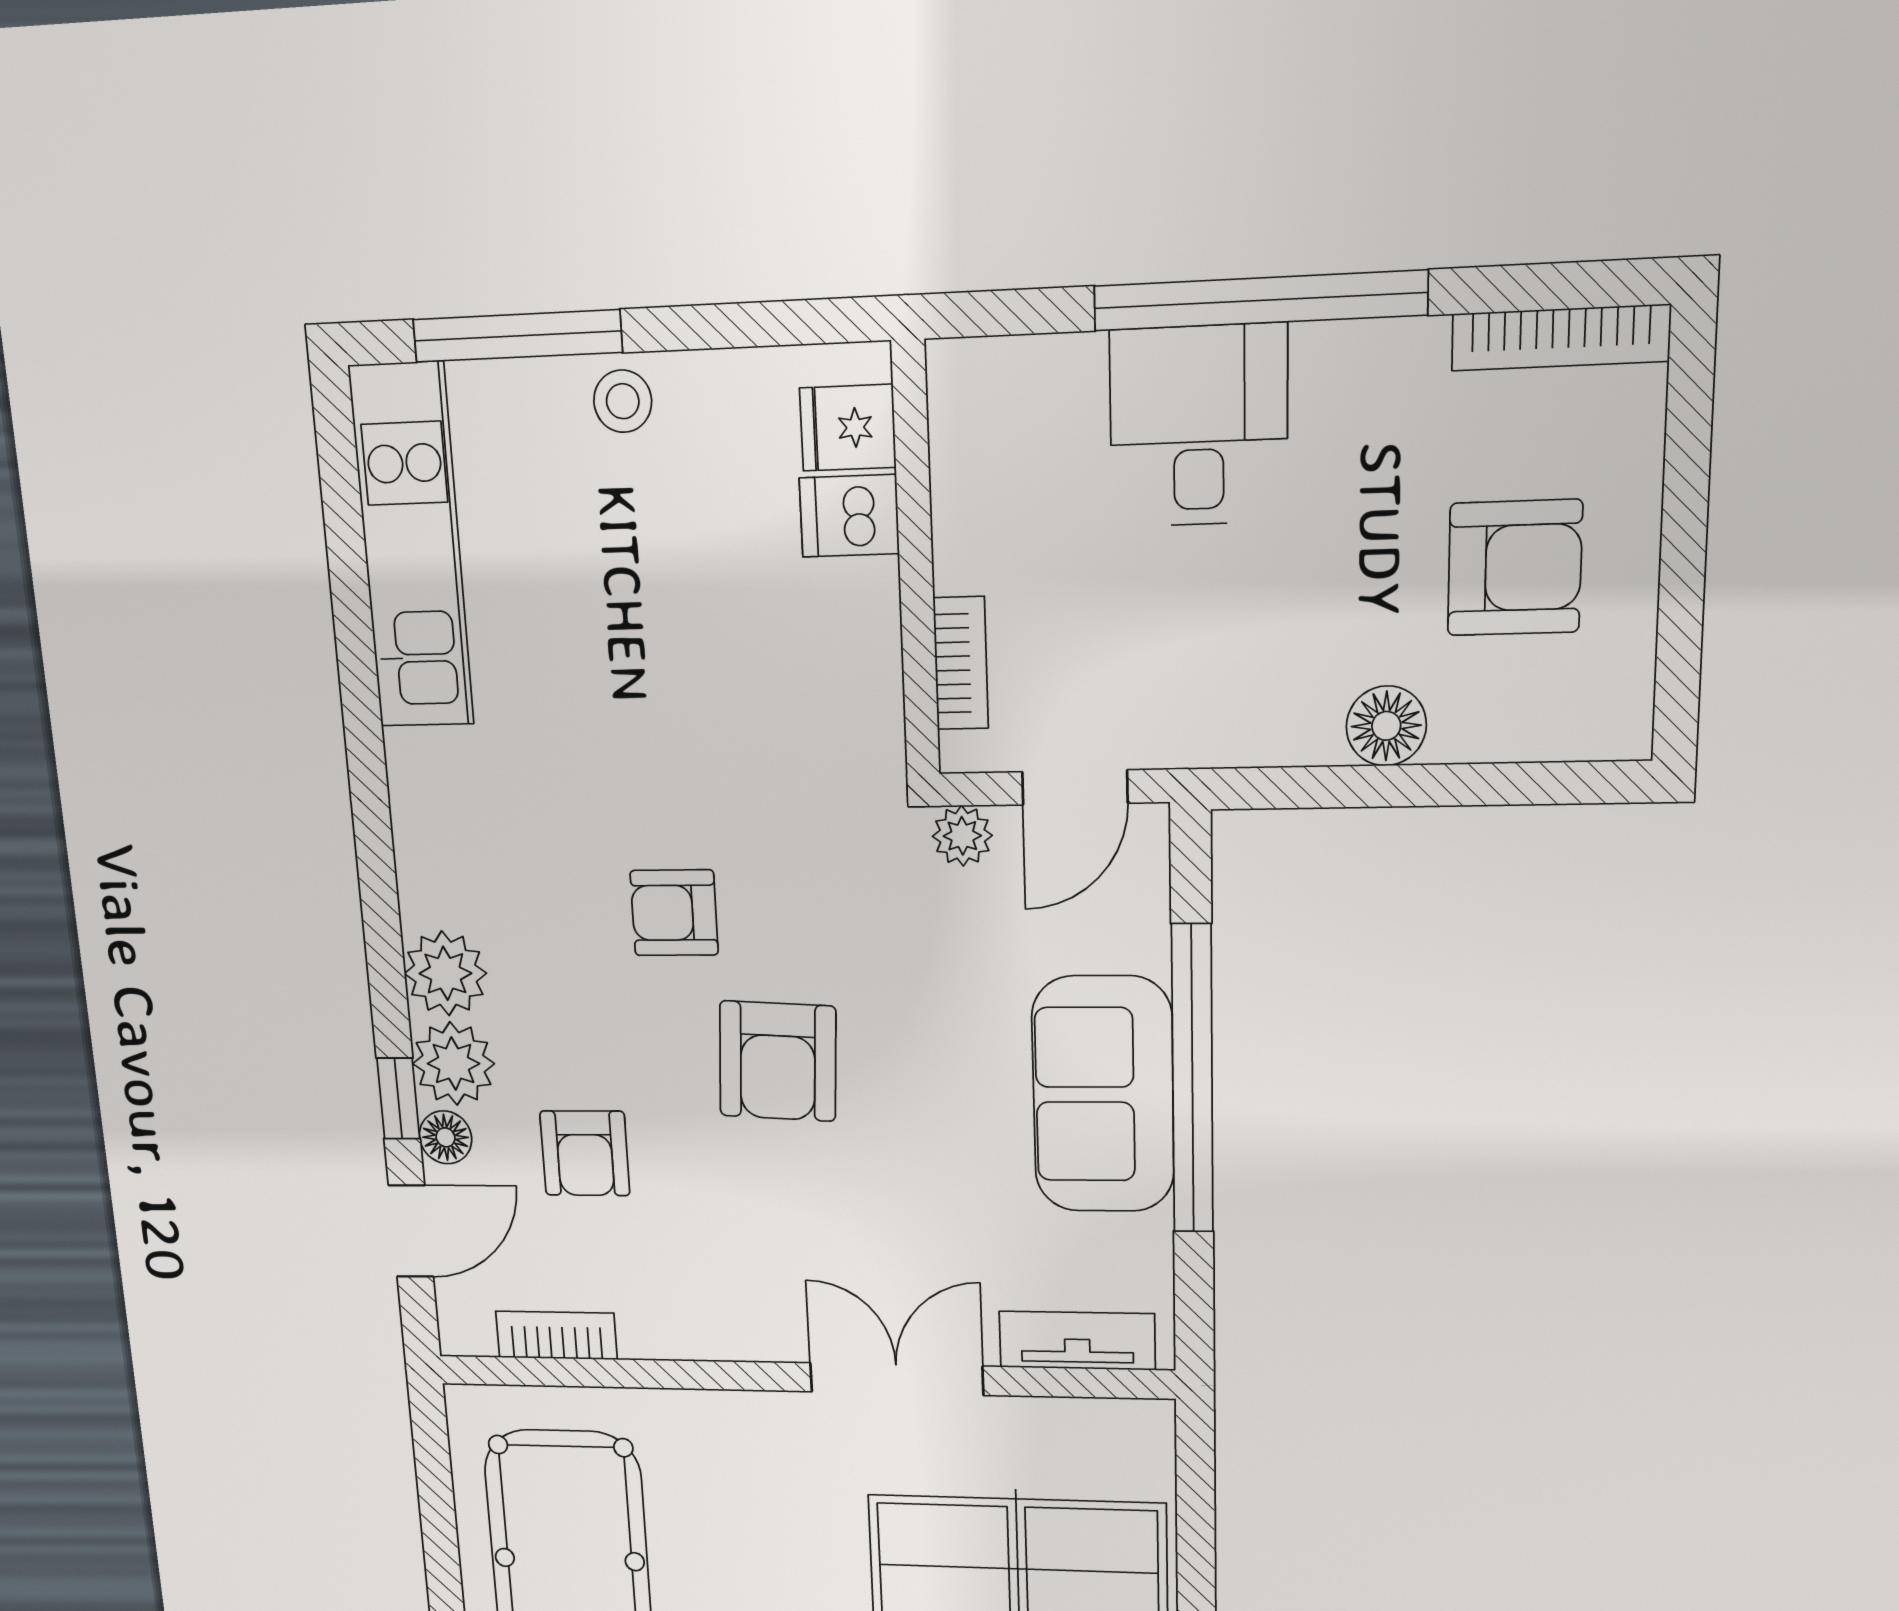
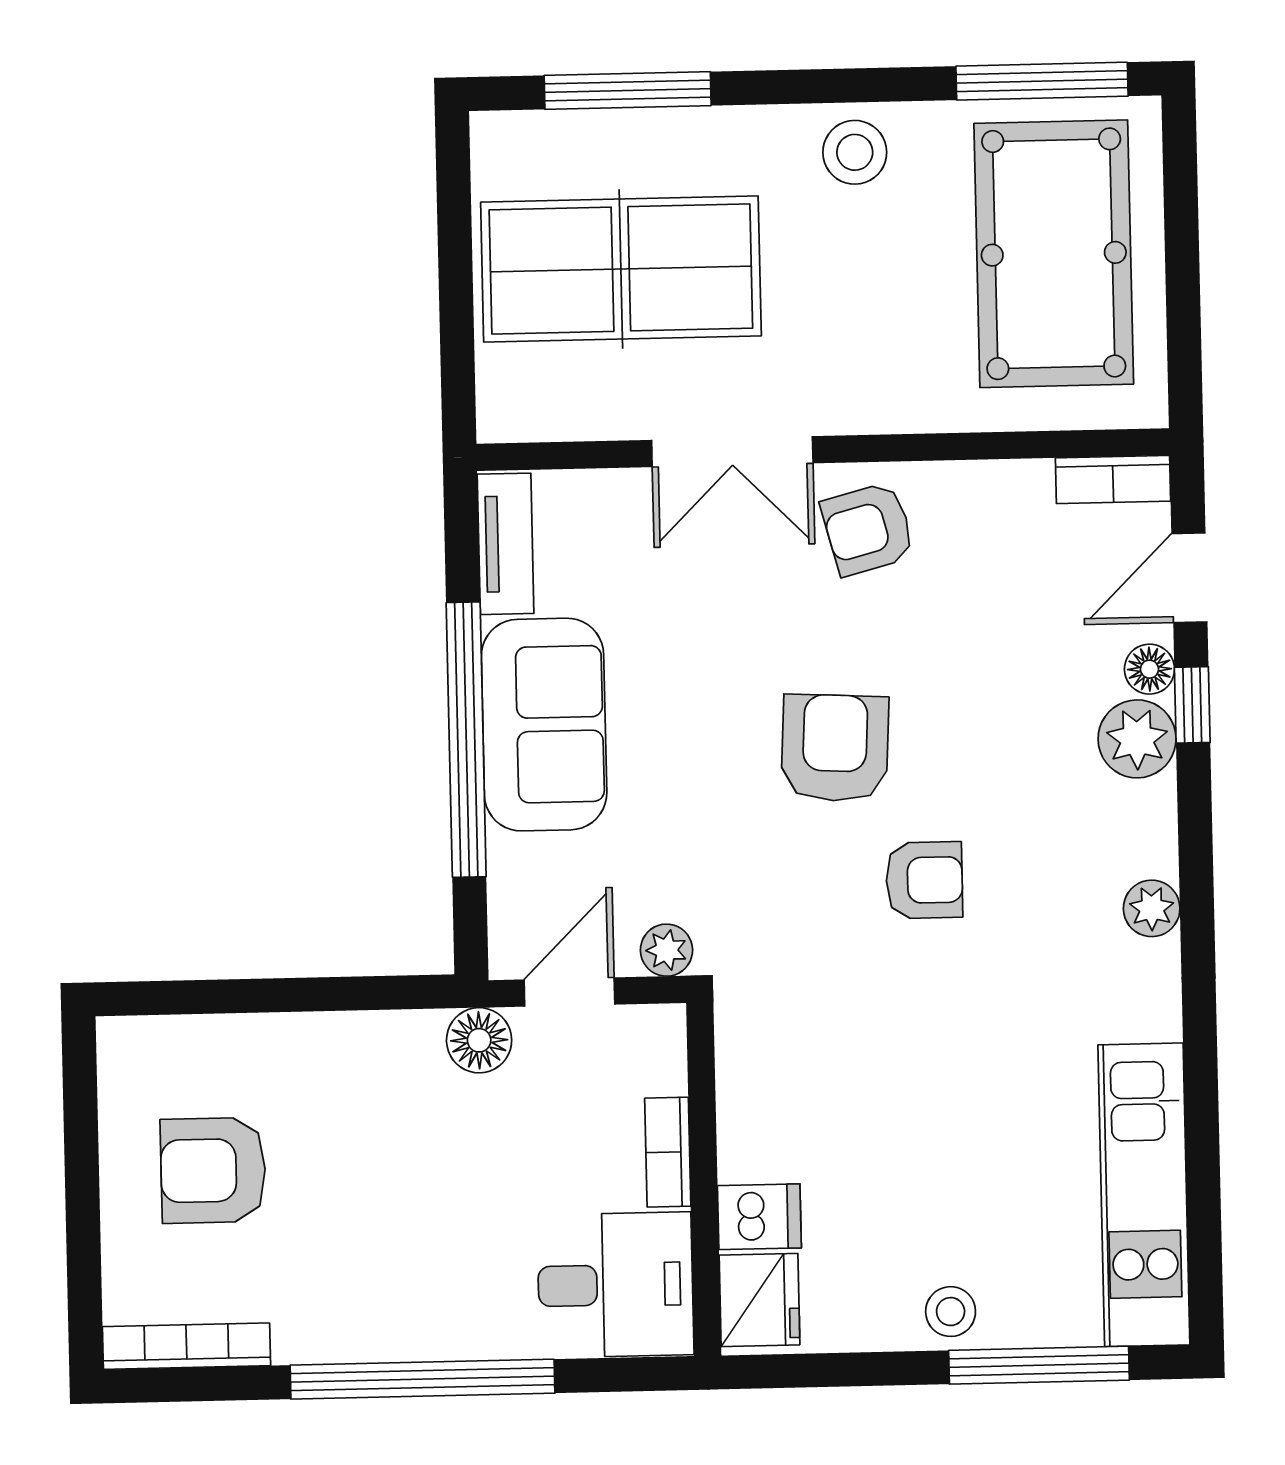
desk: (1199, 426) -> (615, 1285), moved, turned -90
fridge: (848, 428) -> (759, 1300), width x1.38
bookcase: (961, 663) -> (668, 1152), moved
floor lamp: (1386, 726) -> (479, 1040), moved
plant: (445, 973) -> (1152, 908), moved, width x0.73, depth x0.73
armchair: (585, 1153) -> (868, 529), moved, turned -105
bookcase: (556, 1335) -> (1113, 479), moved
tv unit: (1077, 1341) -> (506, 544), moved, turned -90

